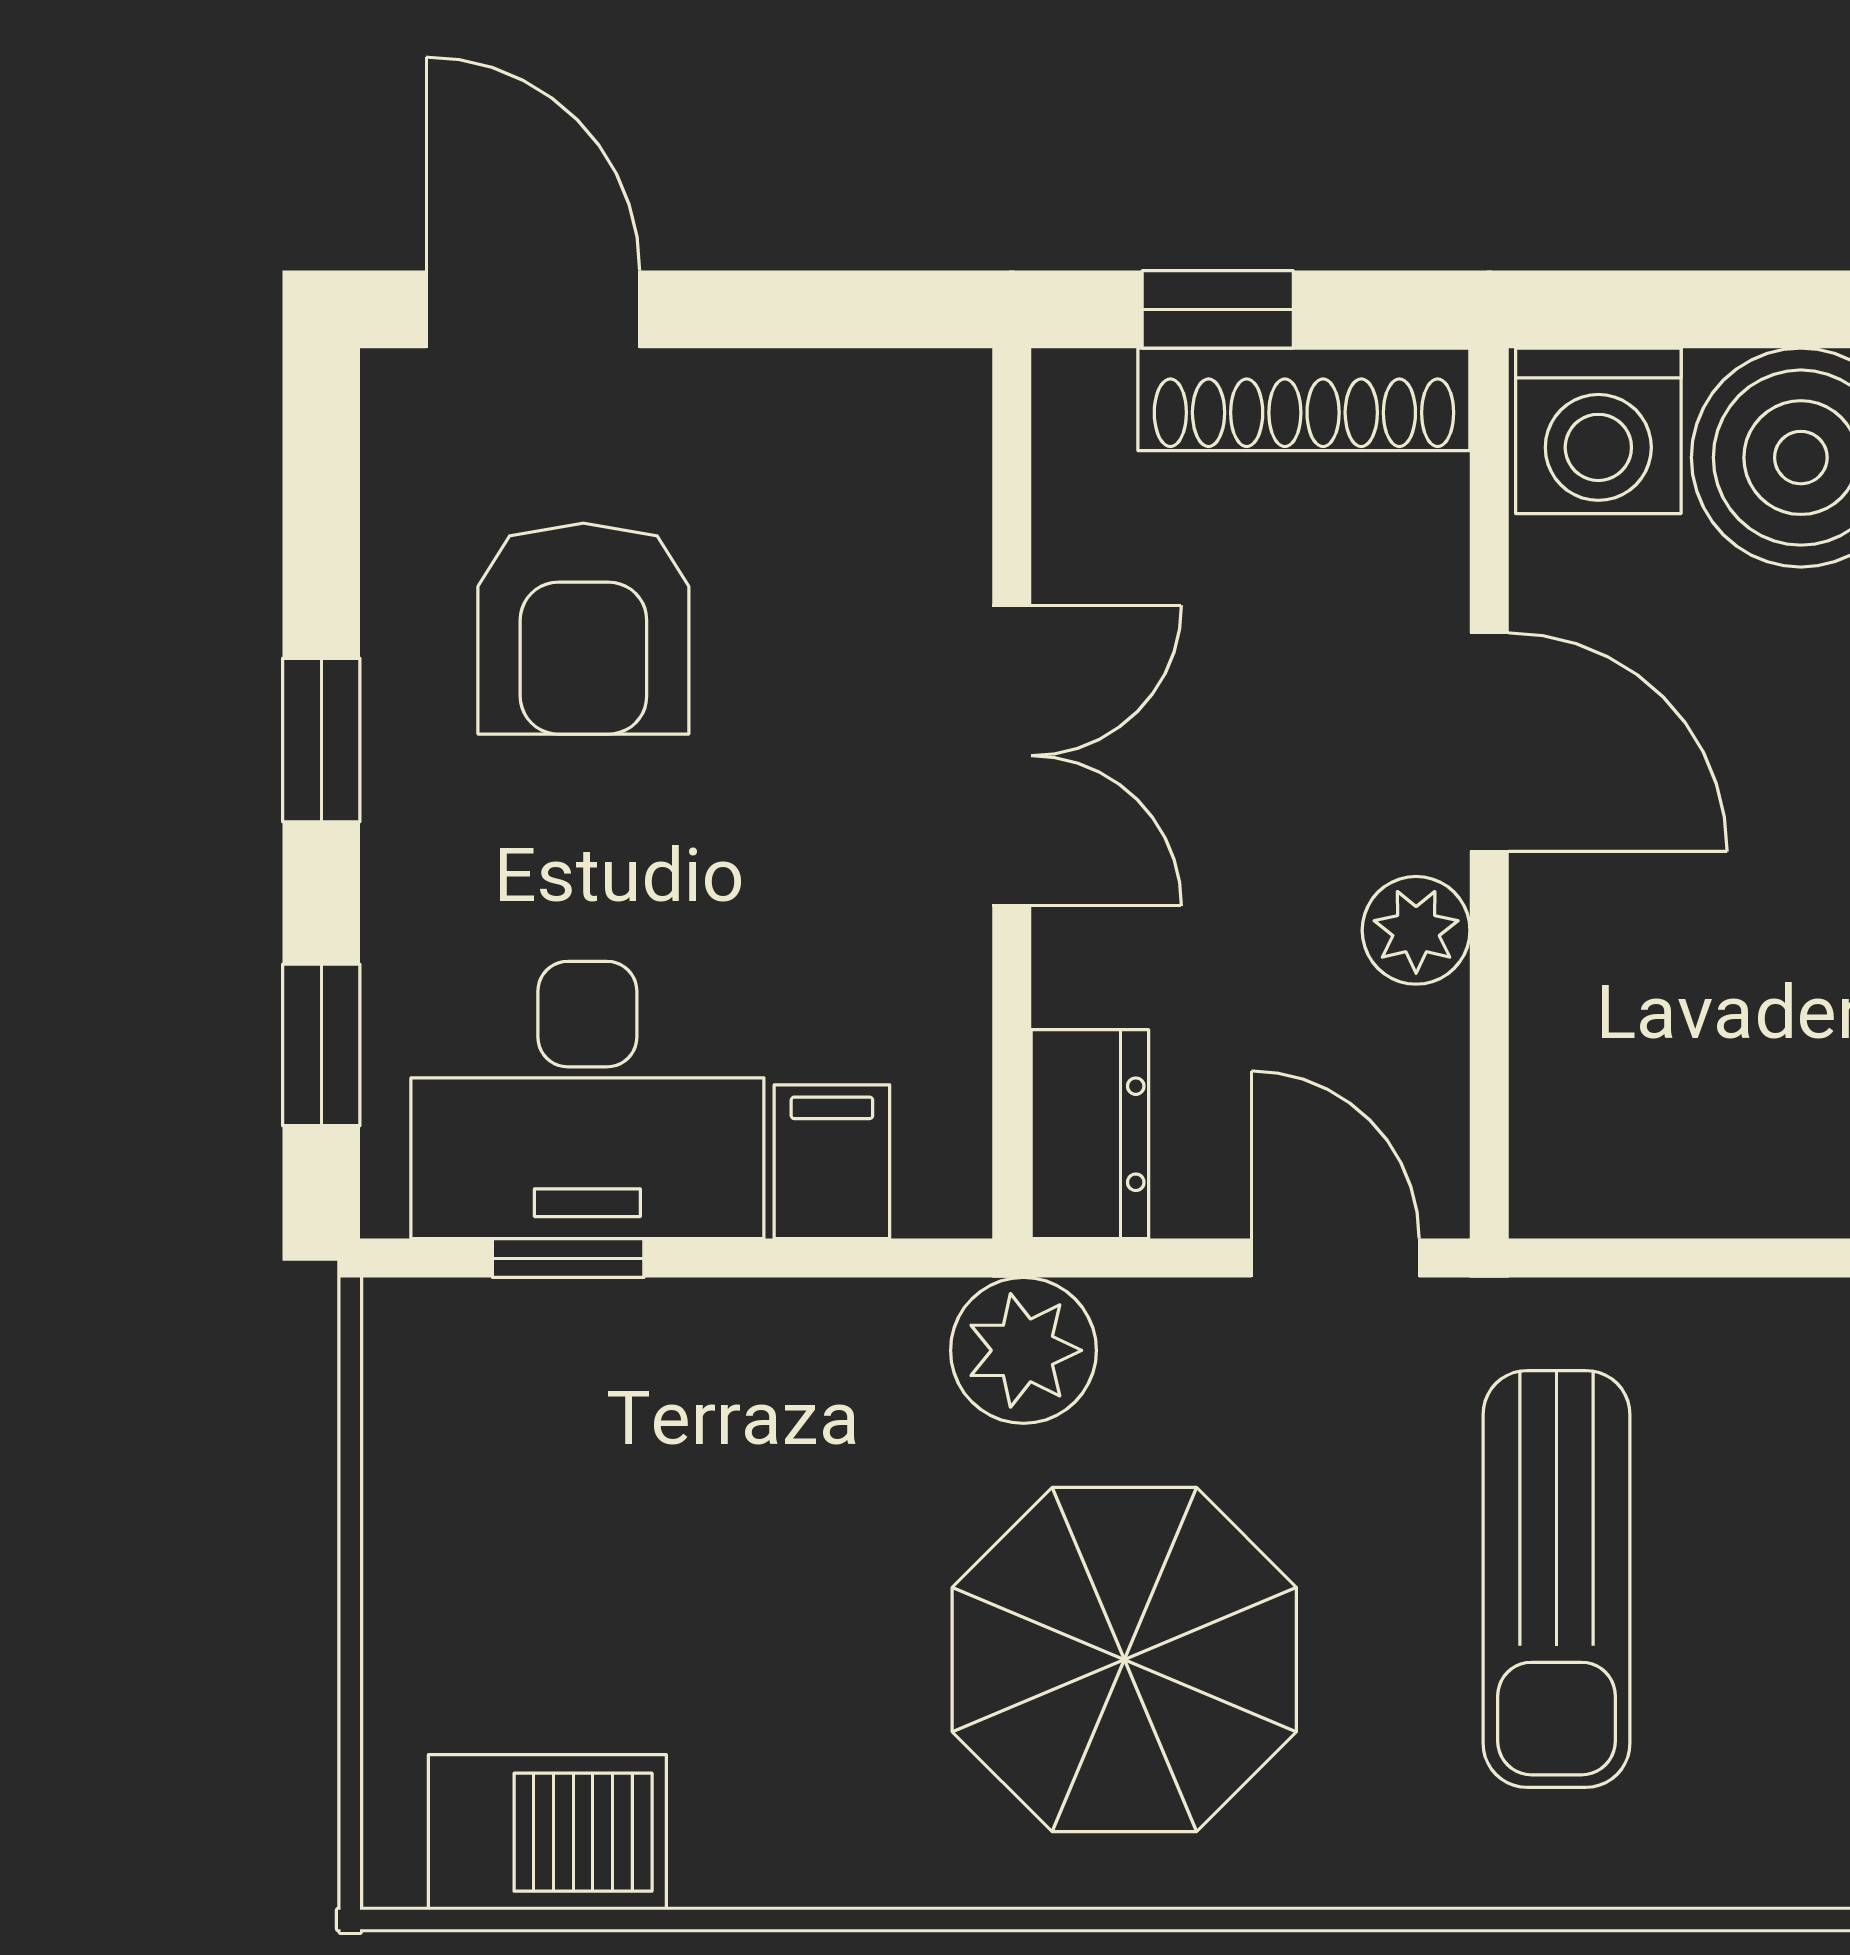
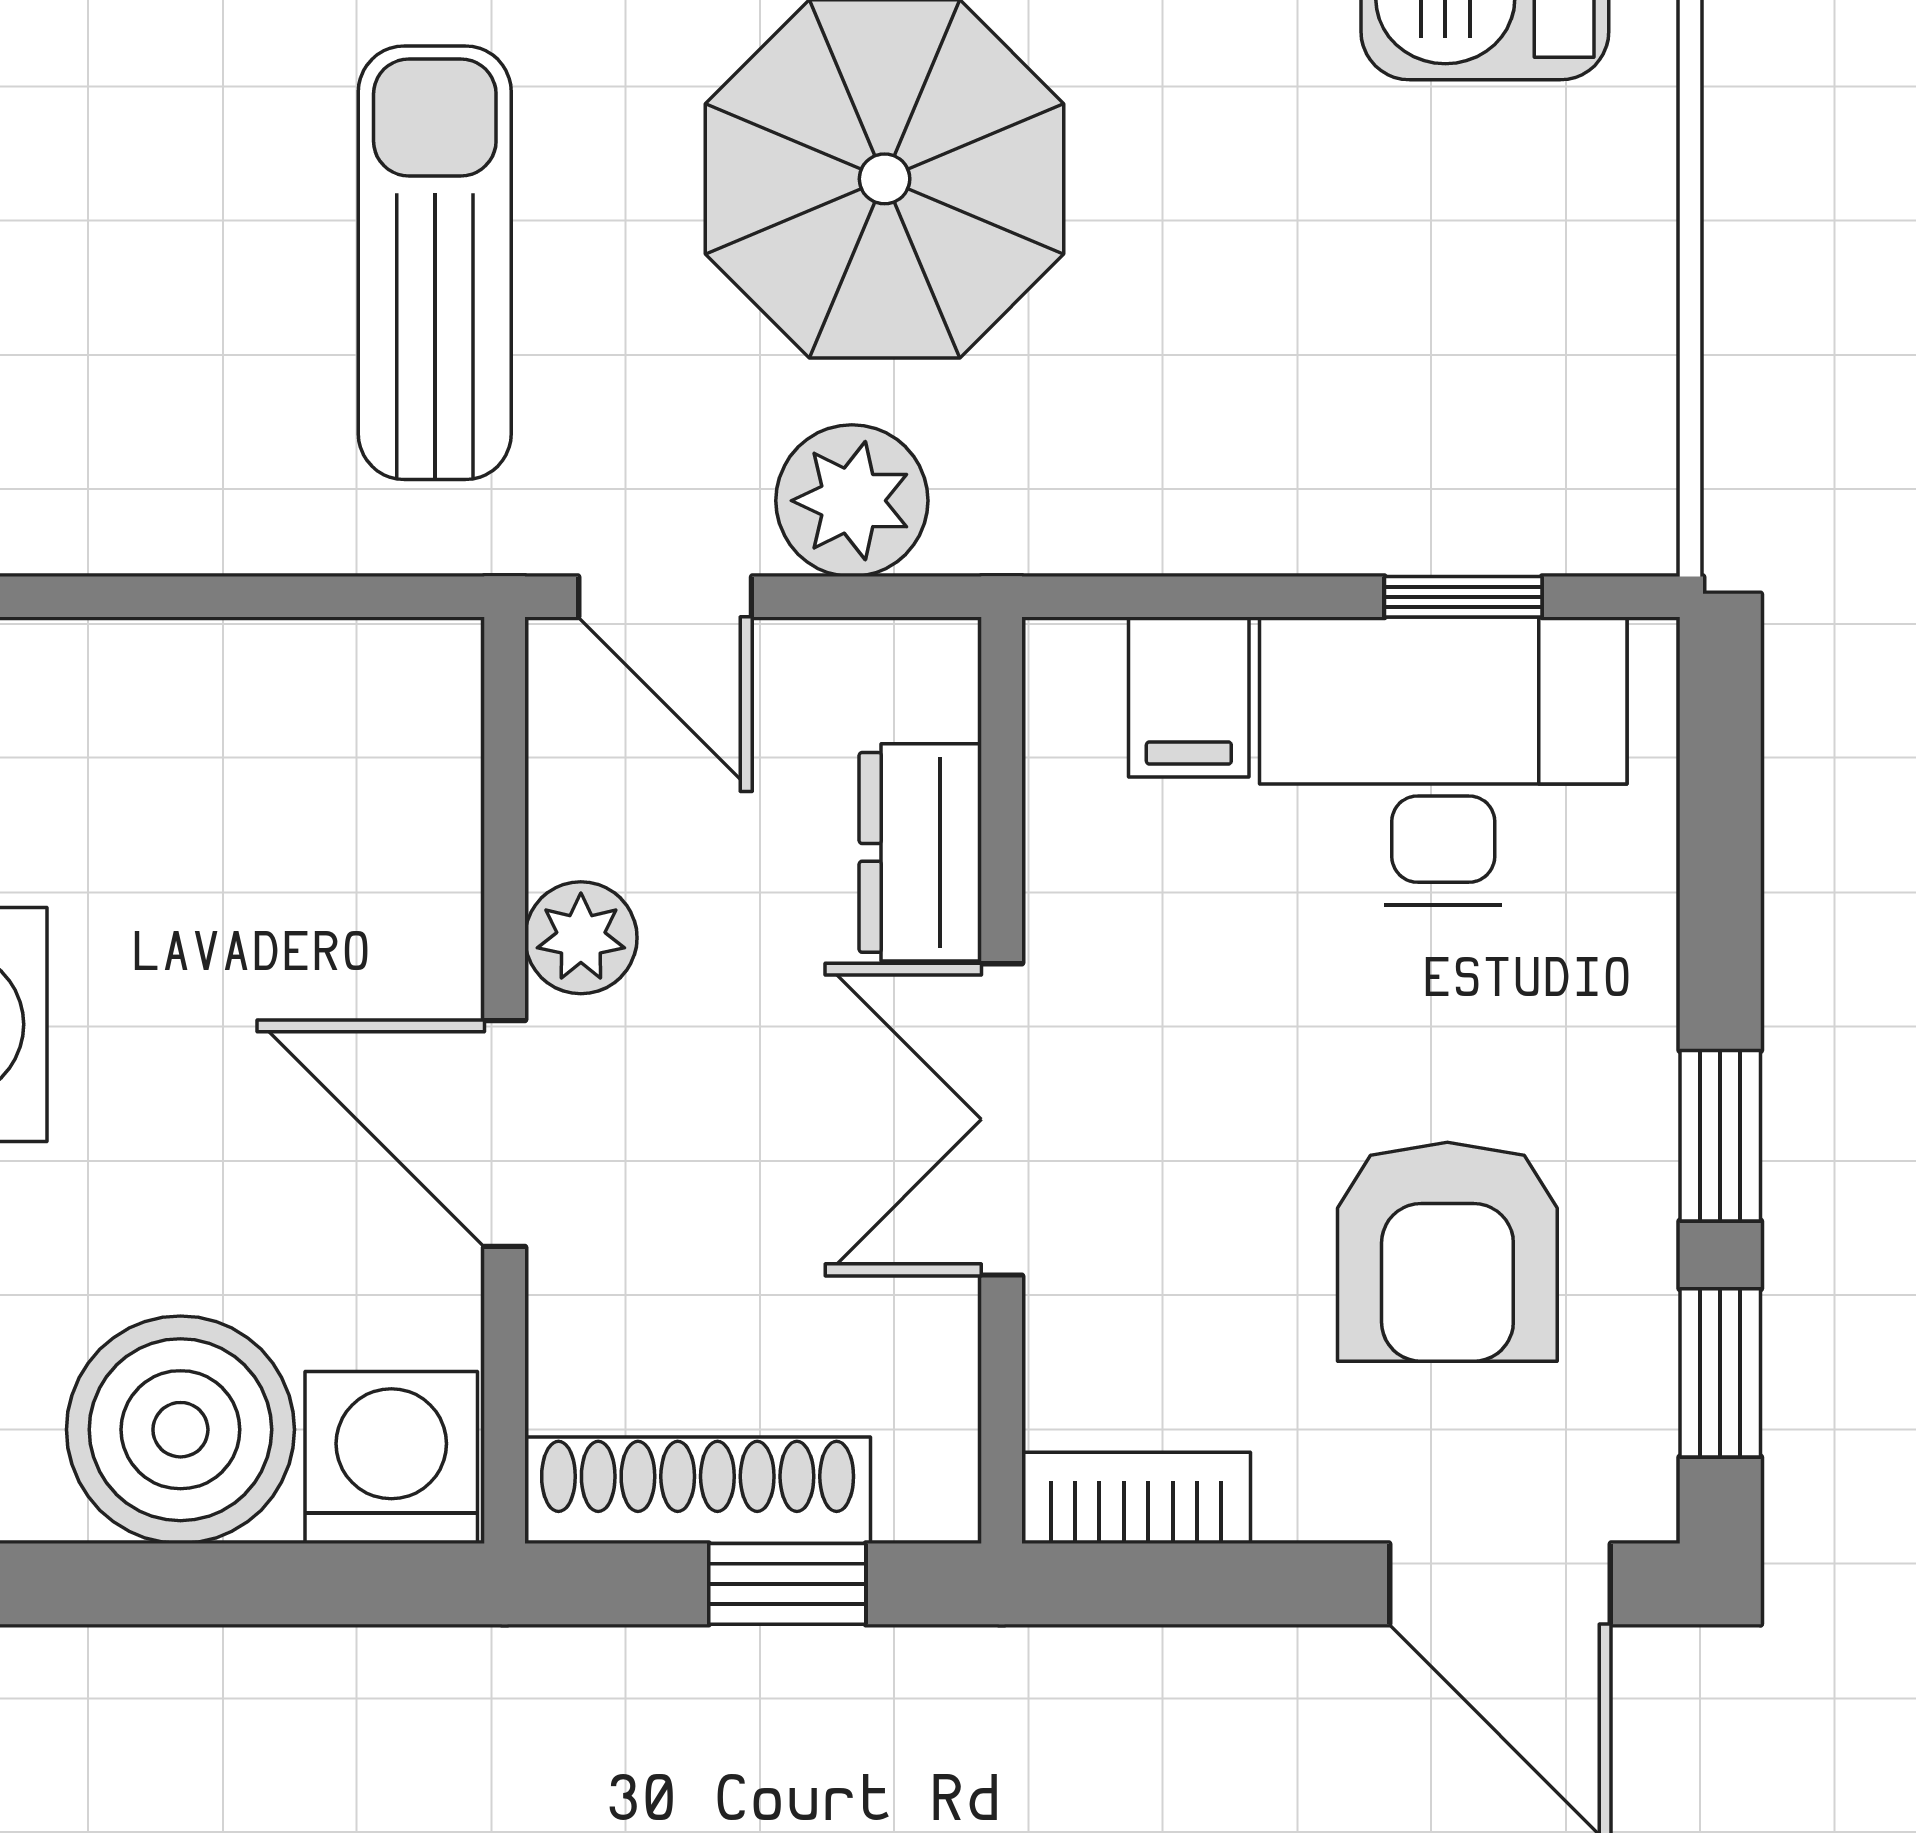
bookcase: (883, 392) -> (1136, 1498), added
armchair: (583, 629) -> (1447, 1252), turned 180
window: (321, 1045) -> (1720, 1373), moved
dresser: (1090, 1134) -> (920, 852), moved
plant: (1023, 1350) -> (852, 501), moved

